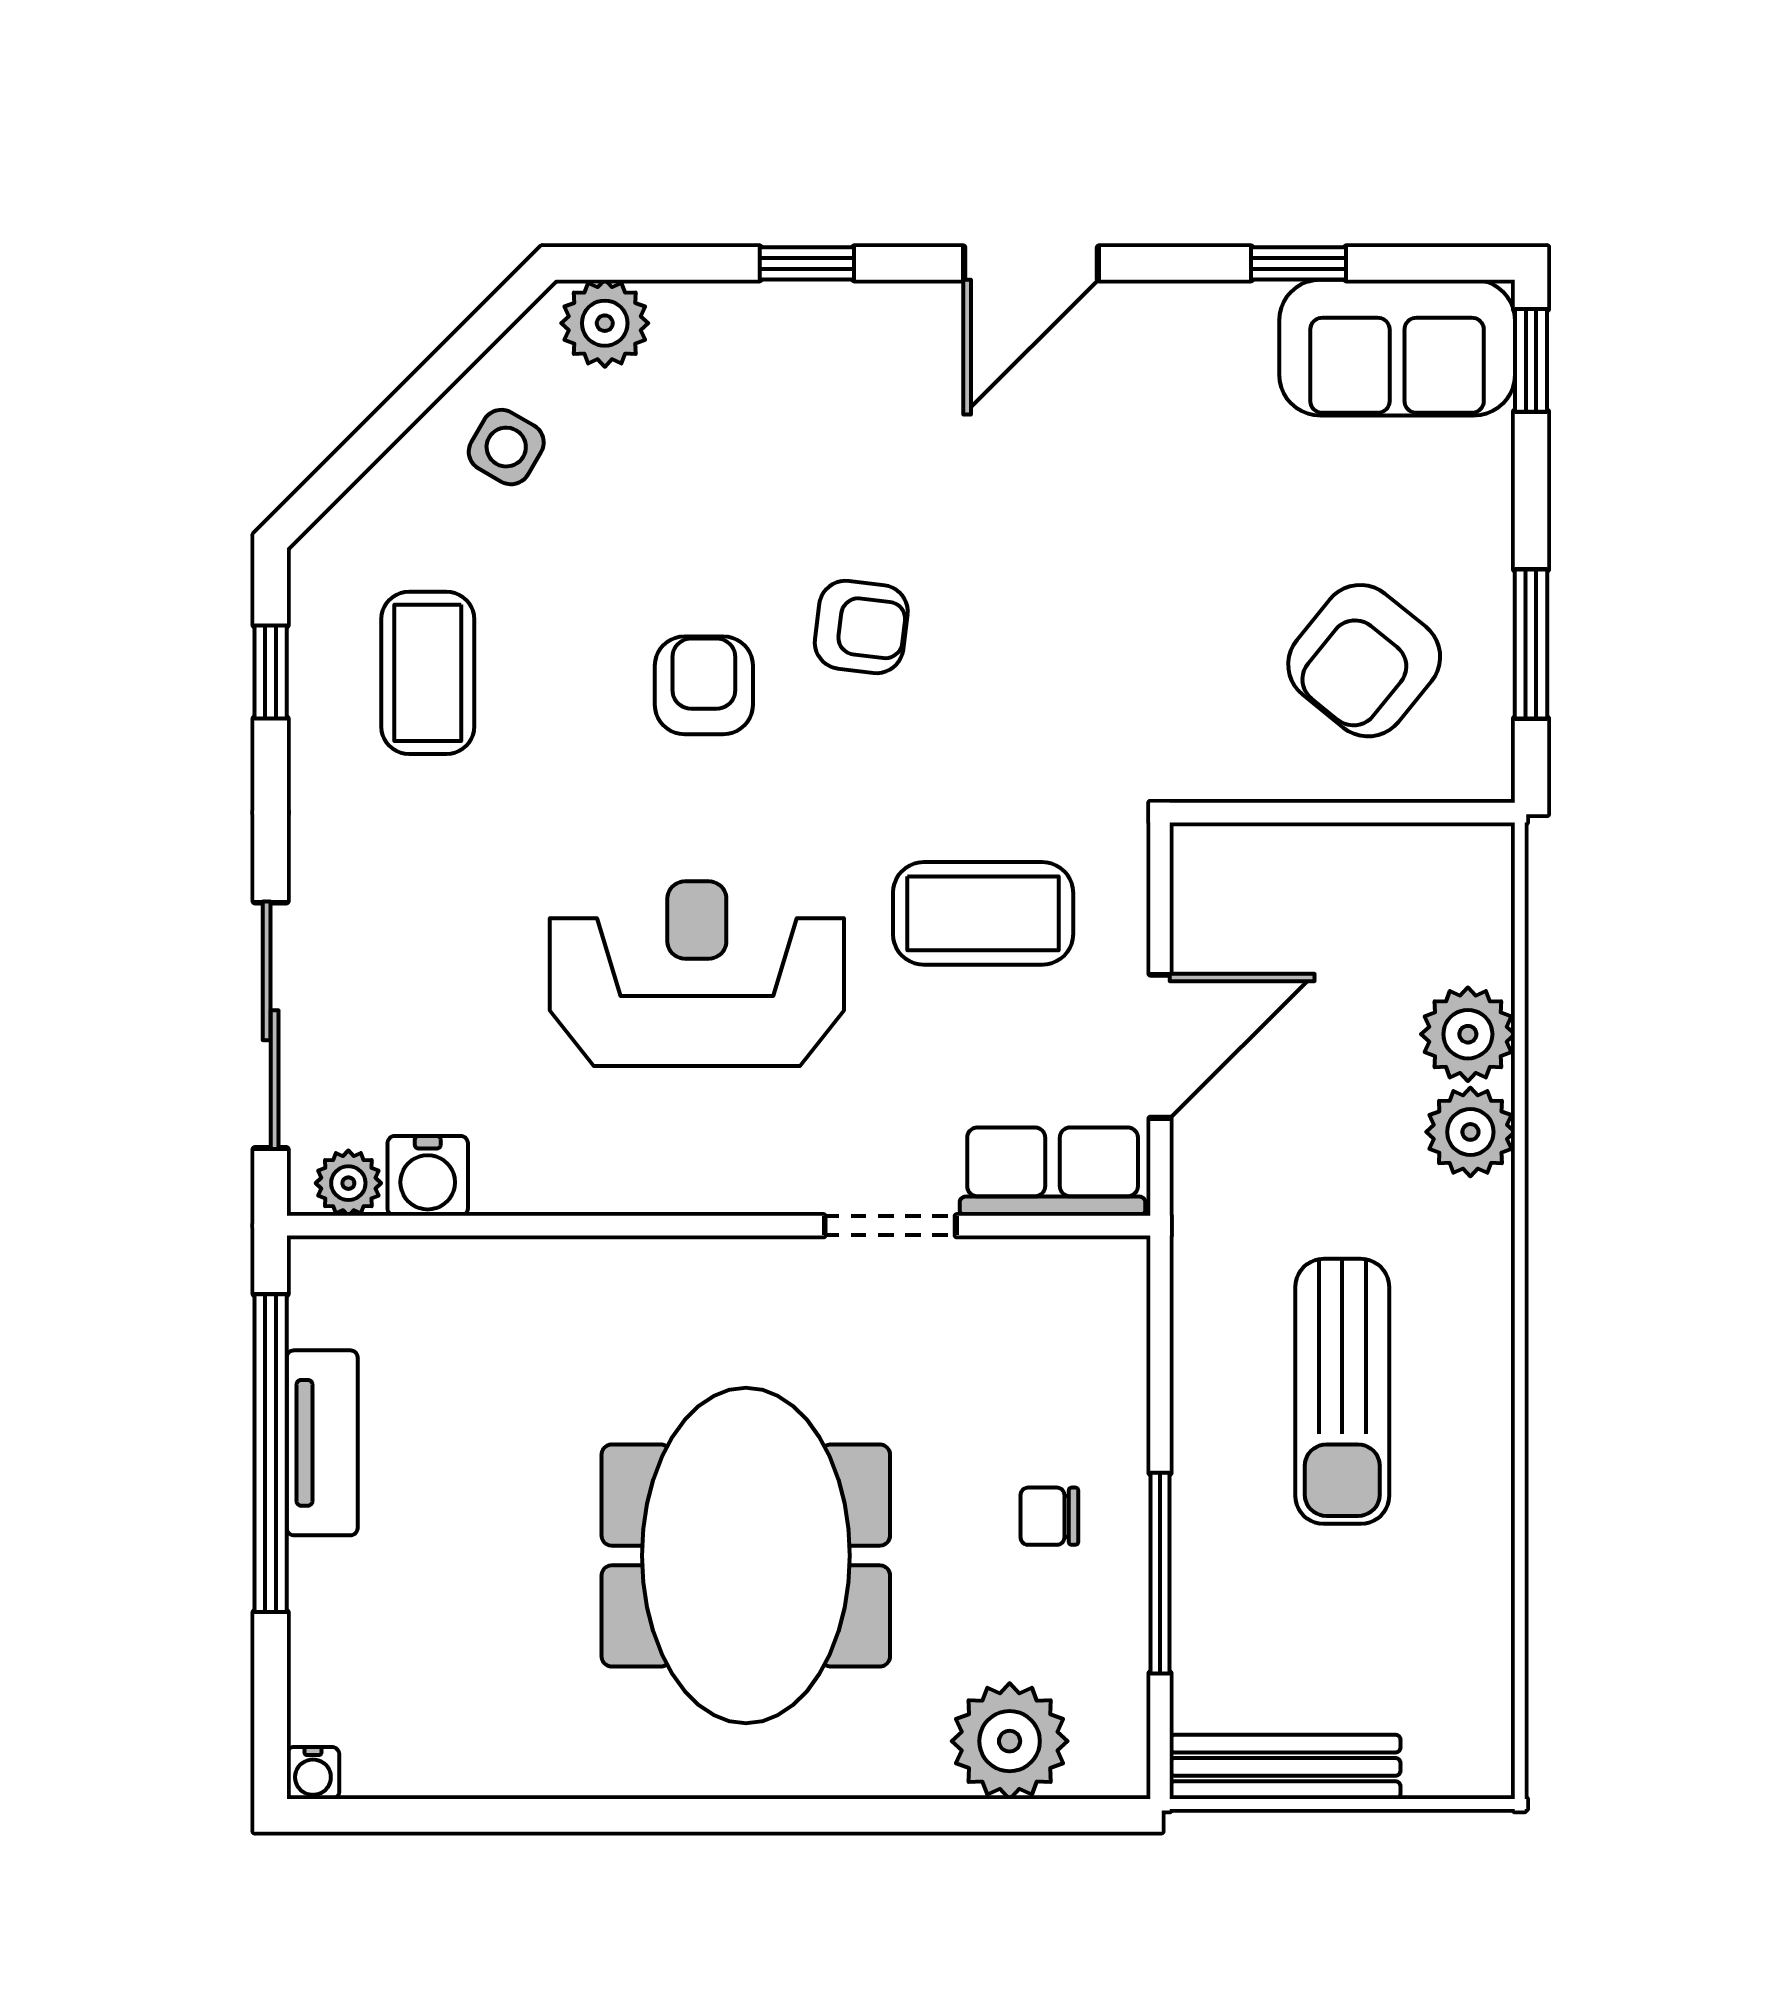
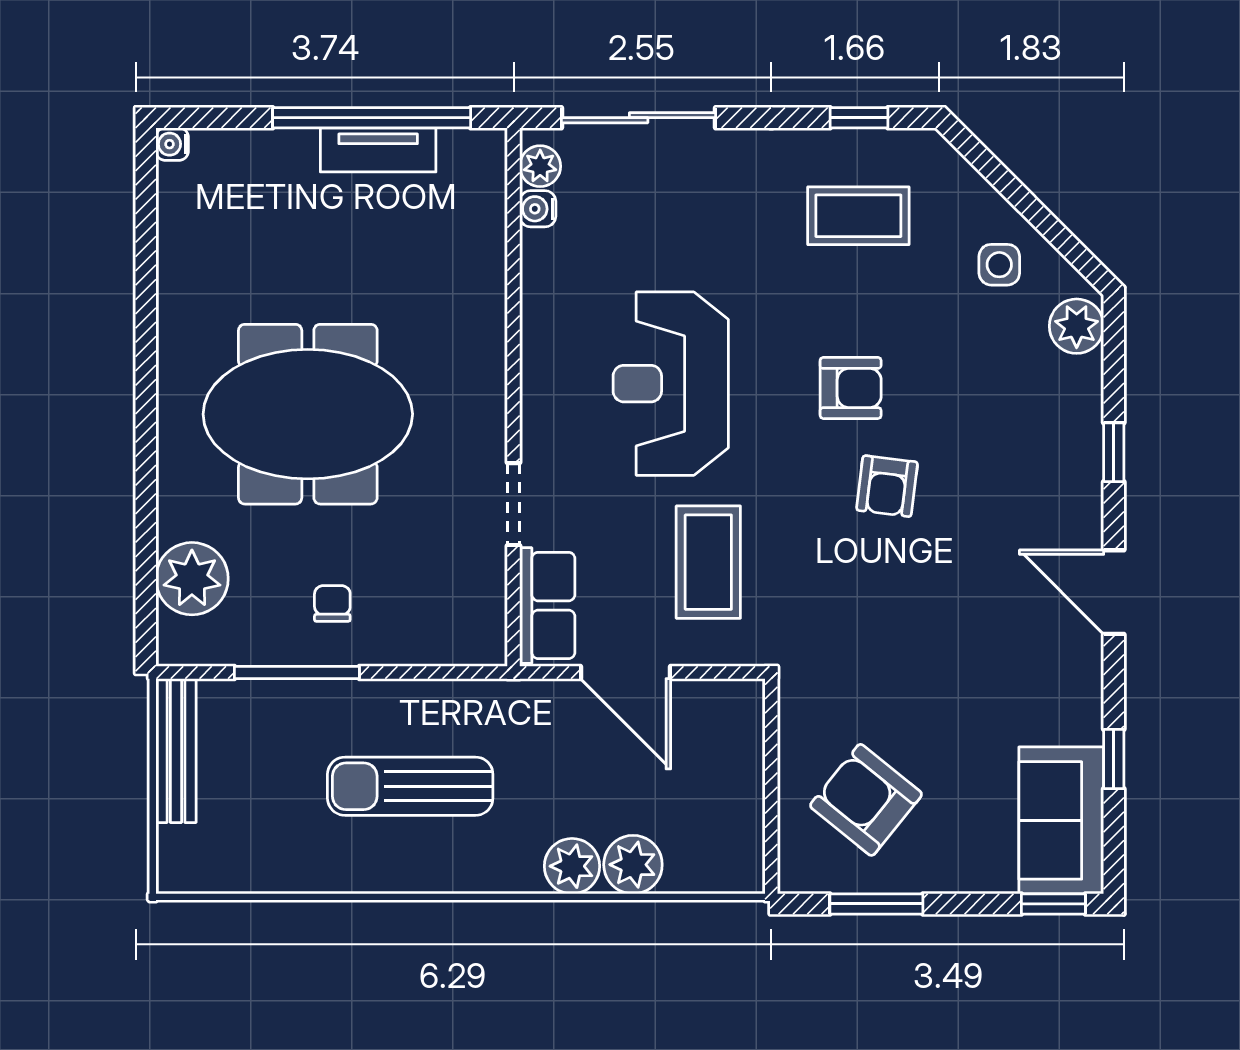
side table: (506, 447) -> (999, 265), turned -30
reception desk: (697, 974) -> (671, 384), turned 180
water cooler: (428, 1176) -> (538, 209), width x0.72, depth x0.72

